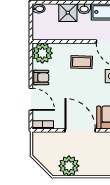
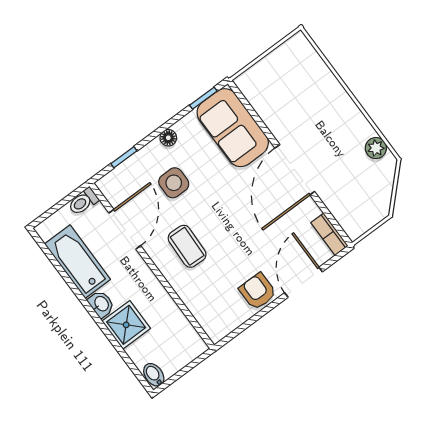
plant: (42, 53) -> (218, 318), removed
plant: (69, 166) -> (376, 148), width x0.53, depth x0.53

